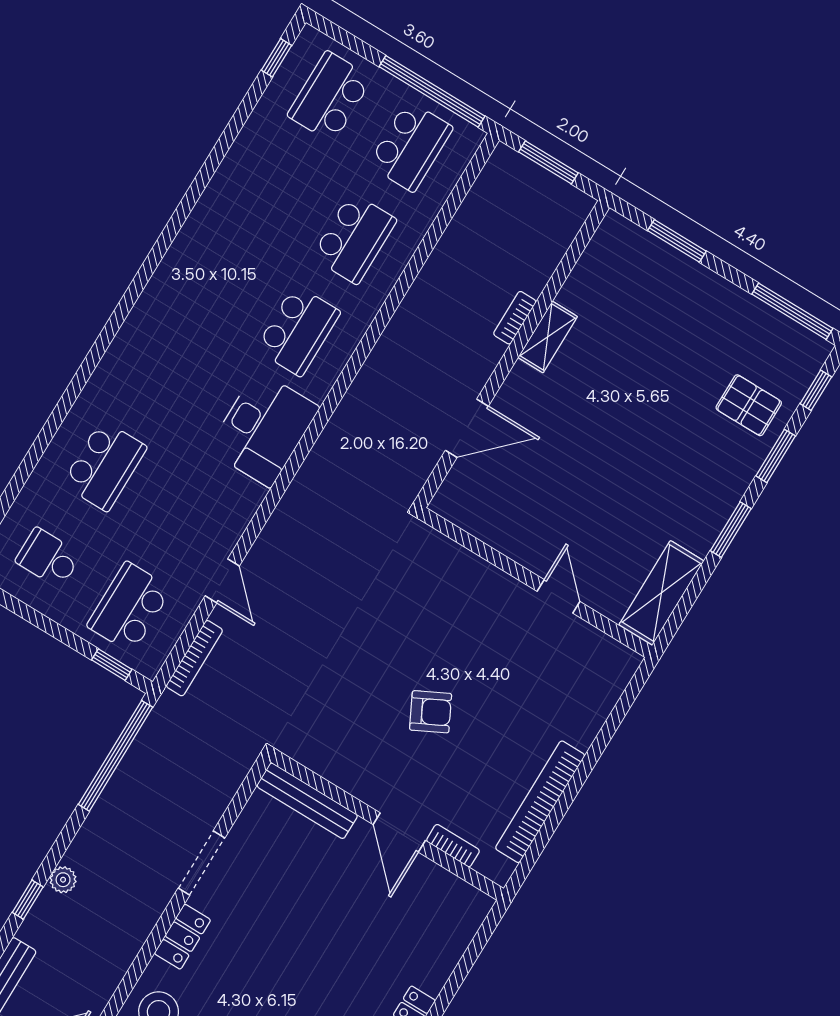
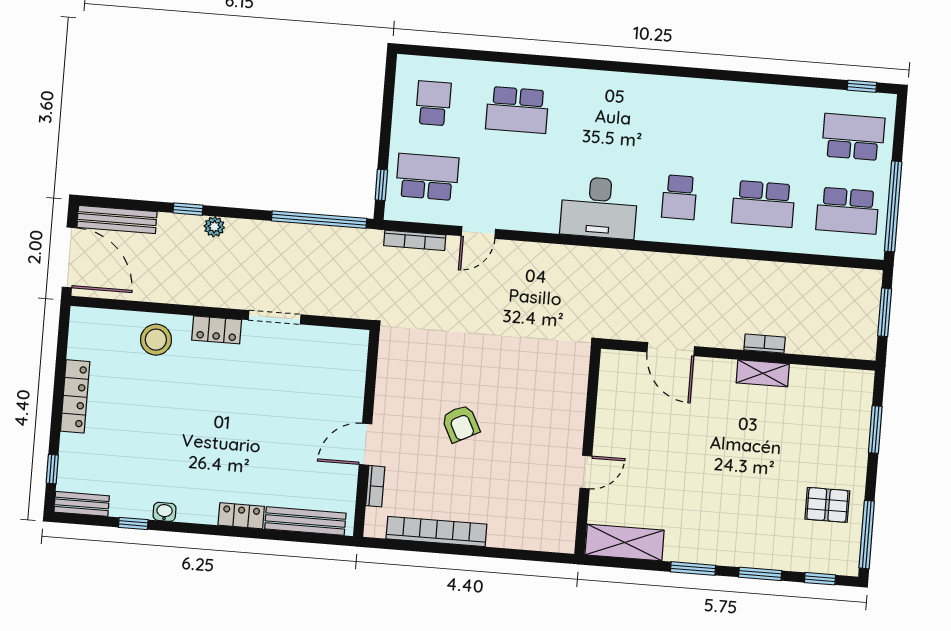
school desk: (298, 331) -> (679, 197), width x0.54
pallet: (749, 405) -> (827, 505), moved, turned 90
bench: (307, 801) -> (305, 521), moved, turned 90

